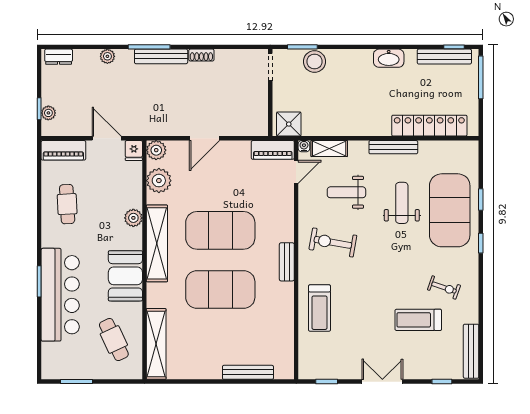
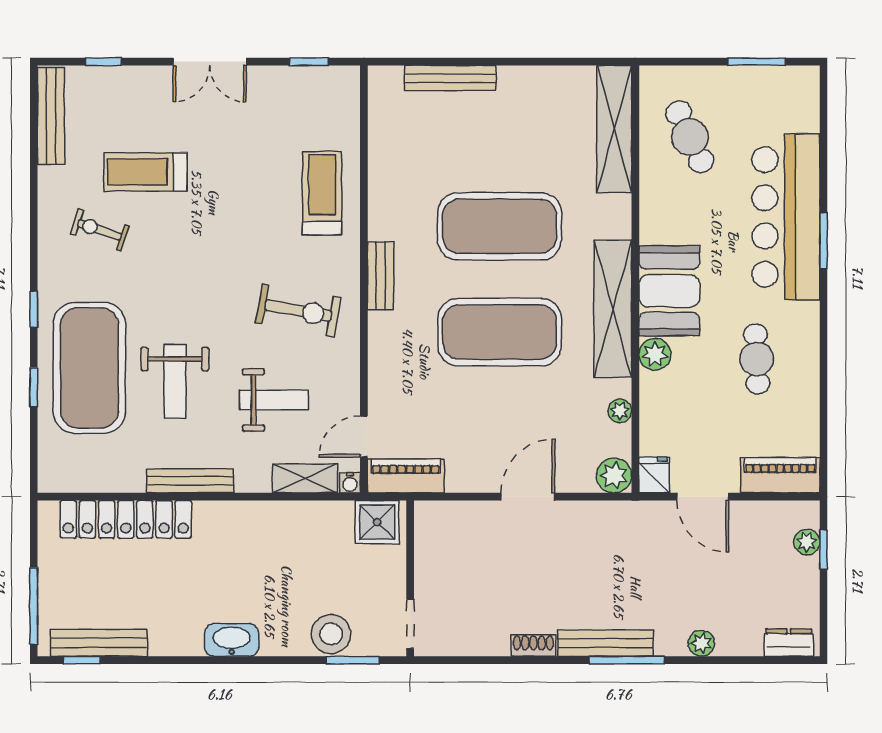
washbasin: (389, 58) -> (232, 640), moved
plant: (159, 181) -> (620, 411), width x0.53, depth x0.53
cafe table: (67, 204) -> (757, 359), moved
booth: (125, 276) -> (669, 291), moved
treadmill: (418, 320) -> (146, 172), turned 180

